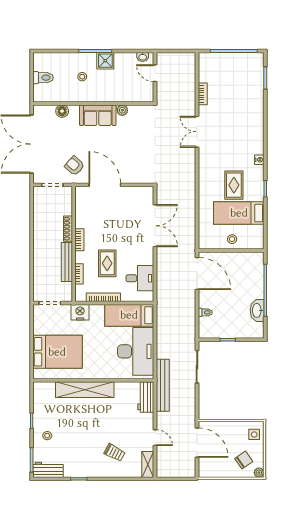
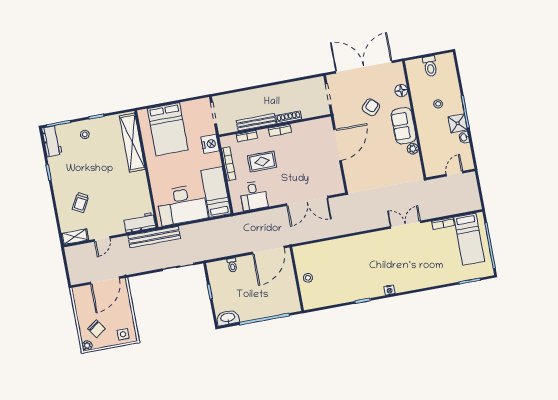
washbasin: (143, 57) -> (464, 137), moved
armchair: (74, 166) -> (371, 107), moved
rug: (234, 185) -> (360, 270), removed
bed: (239, 213) -> (469, 239), moved, turned 180
washbasin: (257, 310) -> (228, 318), moved
shelving: (85, 390) -> (132, 143), moved

